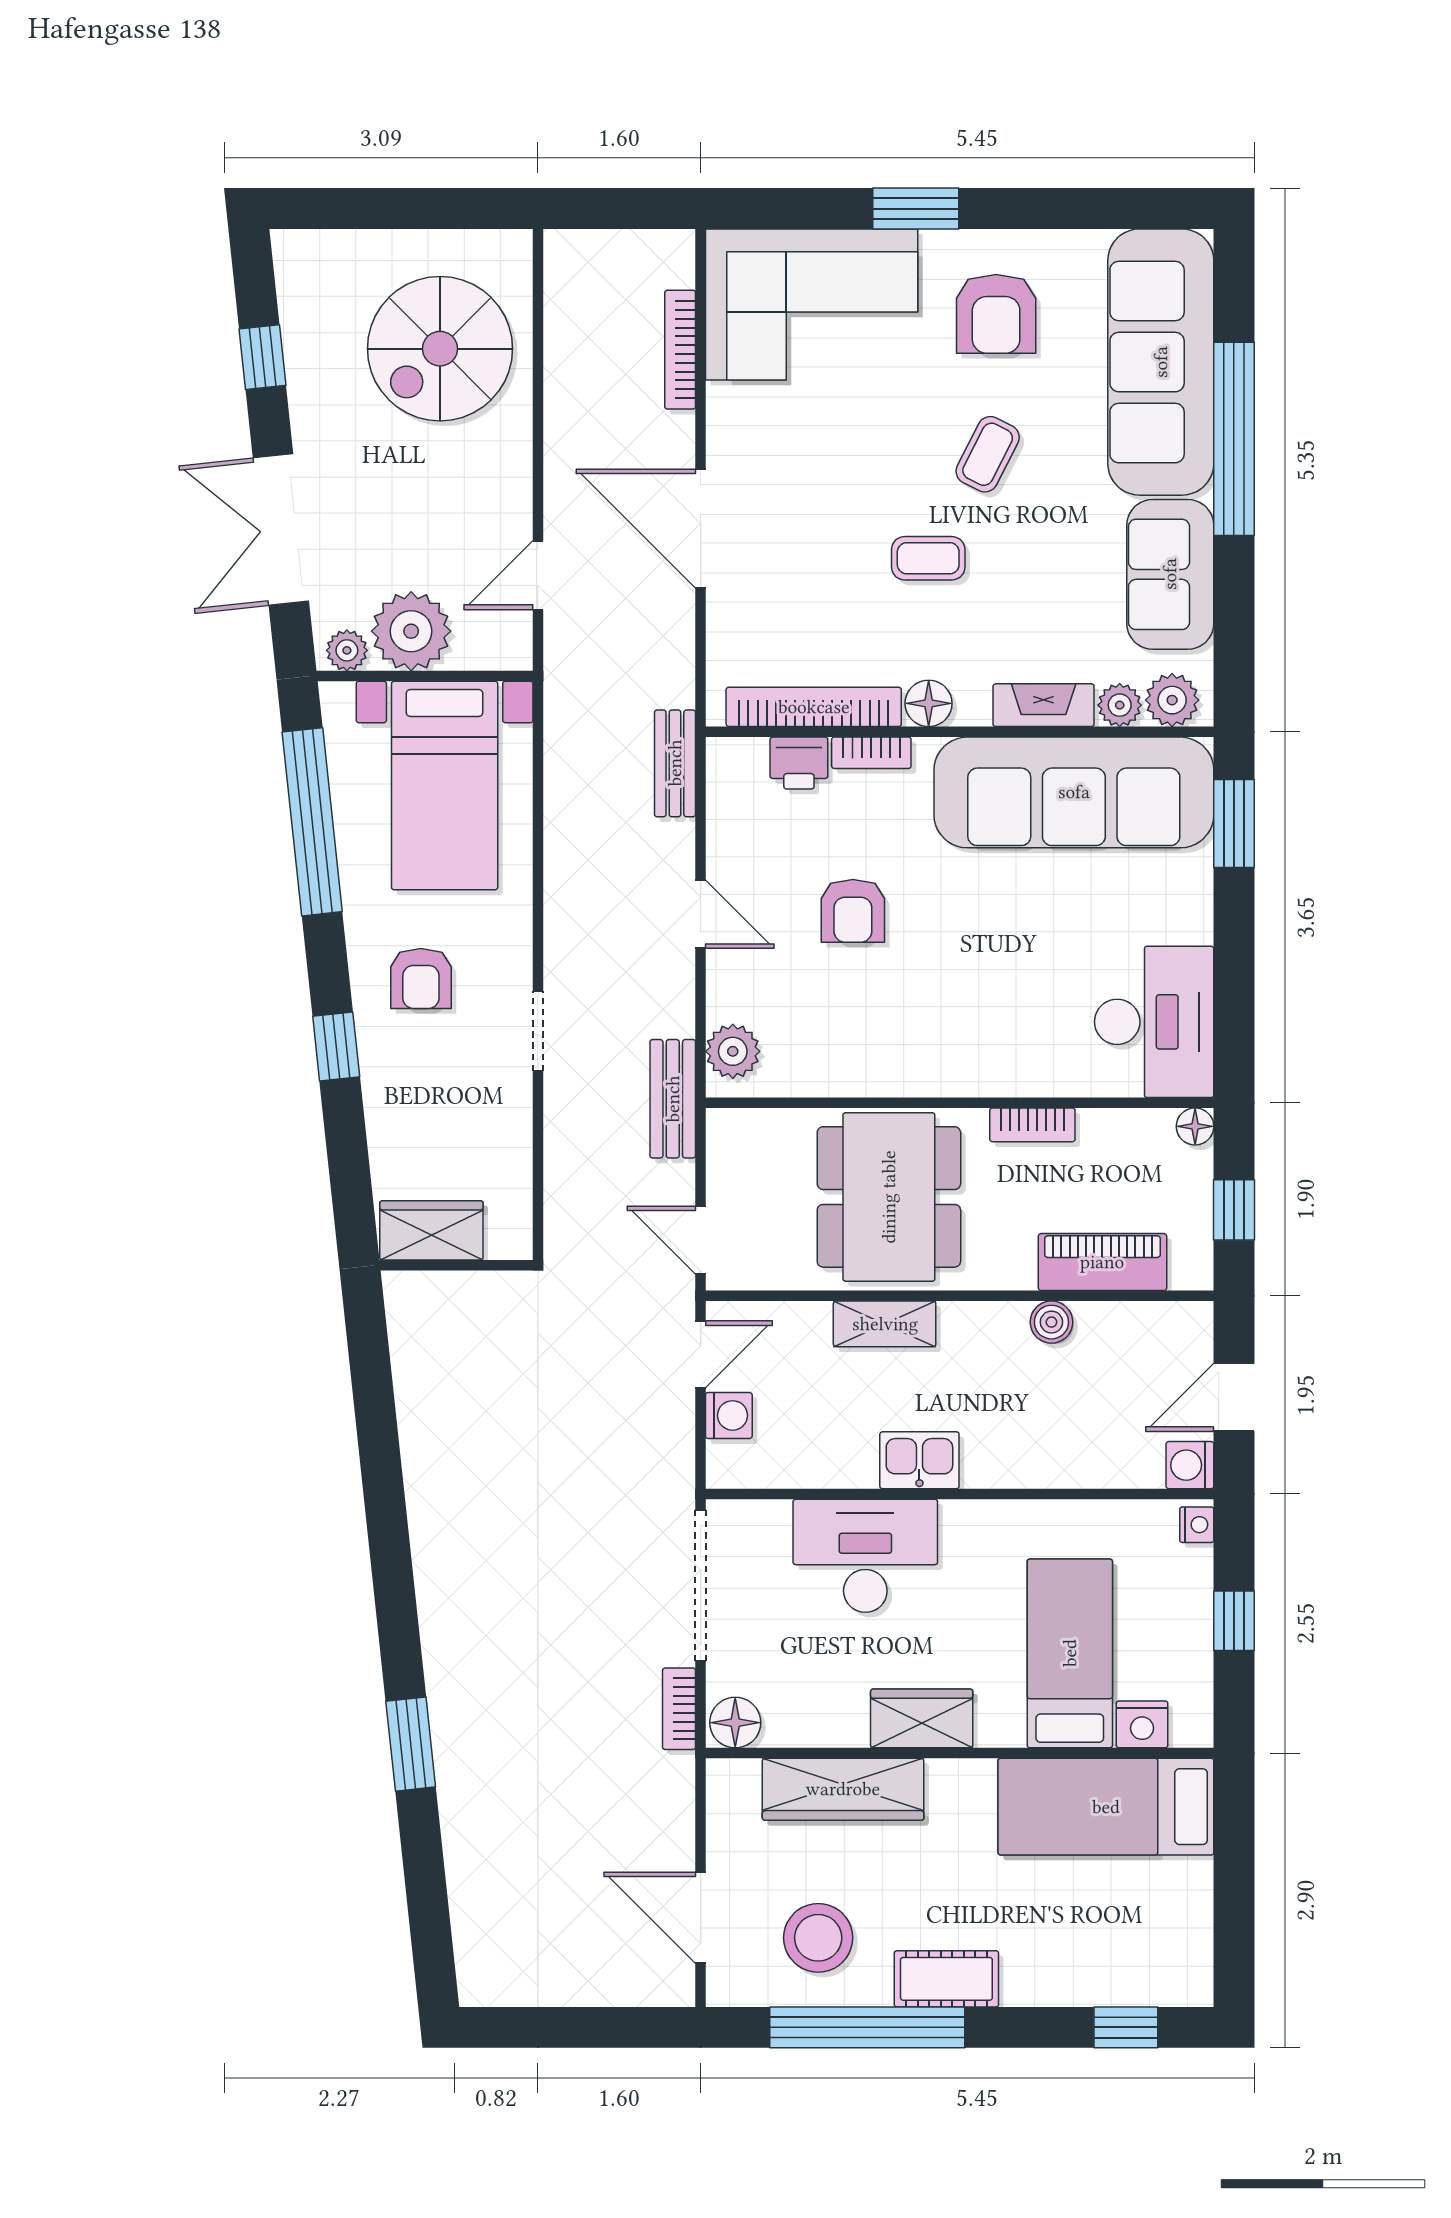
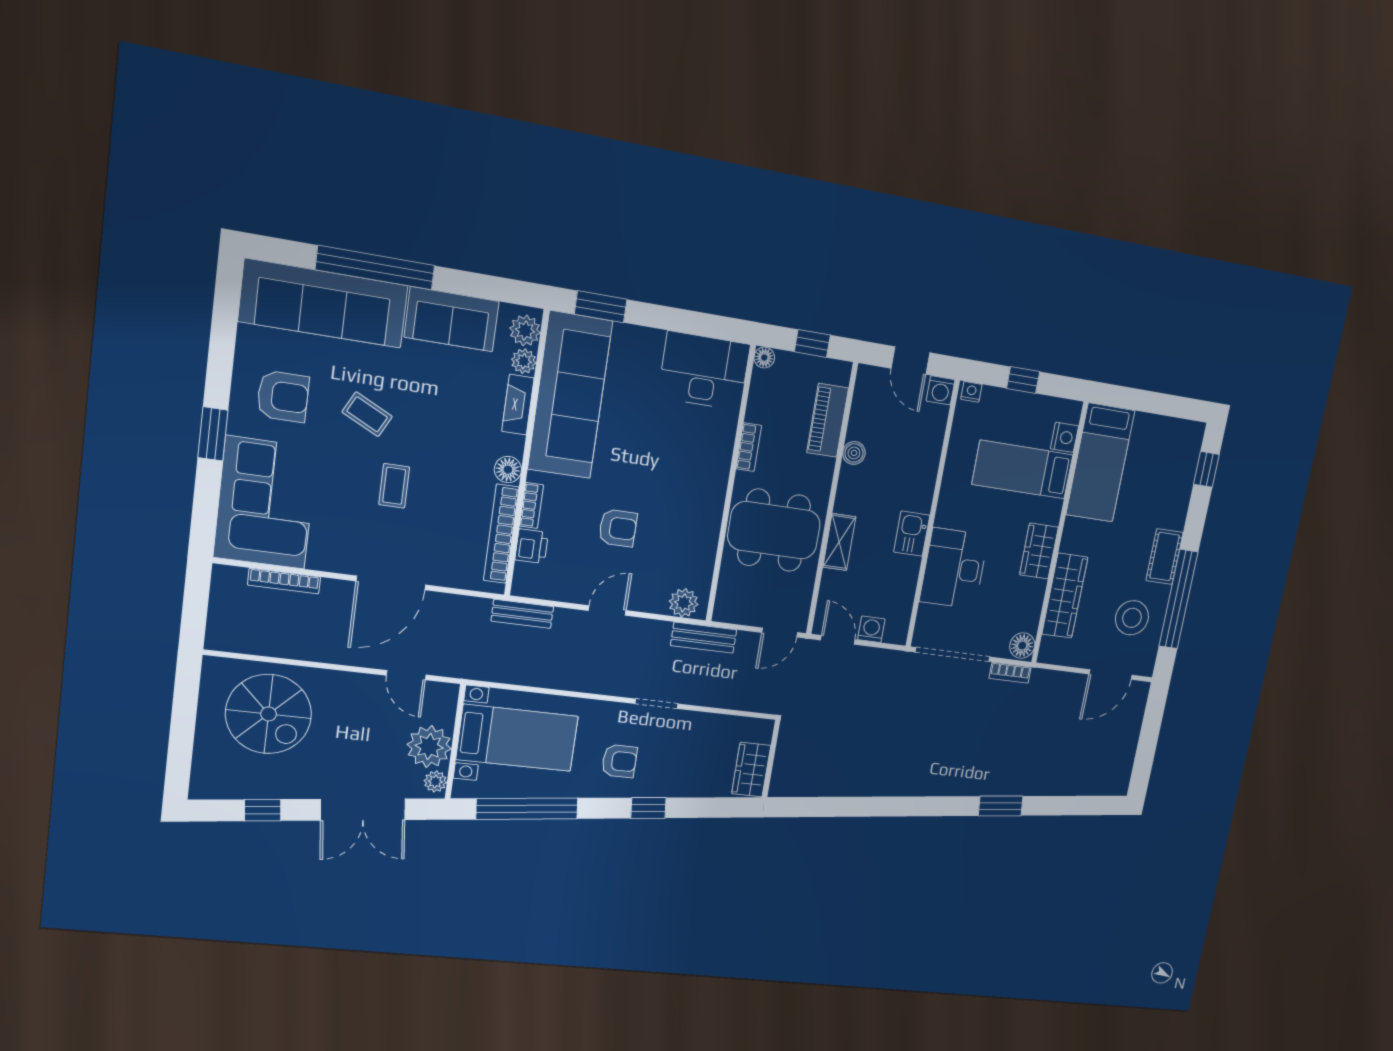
coffee table: (928, 558) -> (394, 486), moved

